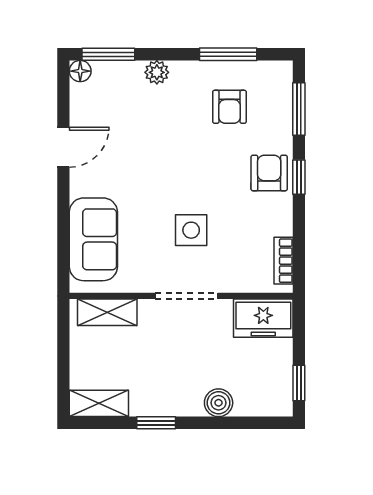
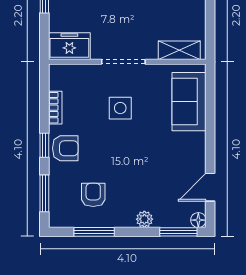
door: (63, 147) -> (210, 187), moved
armchair: (269, 173) -> (65, 148), turned -90
bookcase: (284, 261) -> (55, 108), moved

